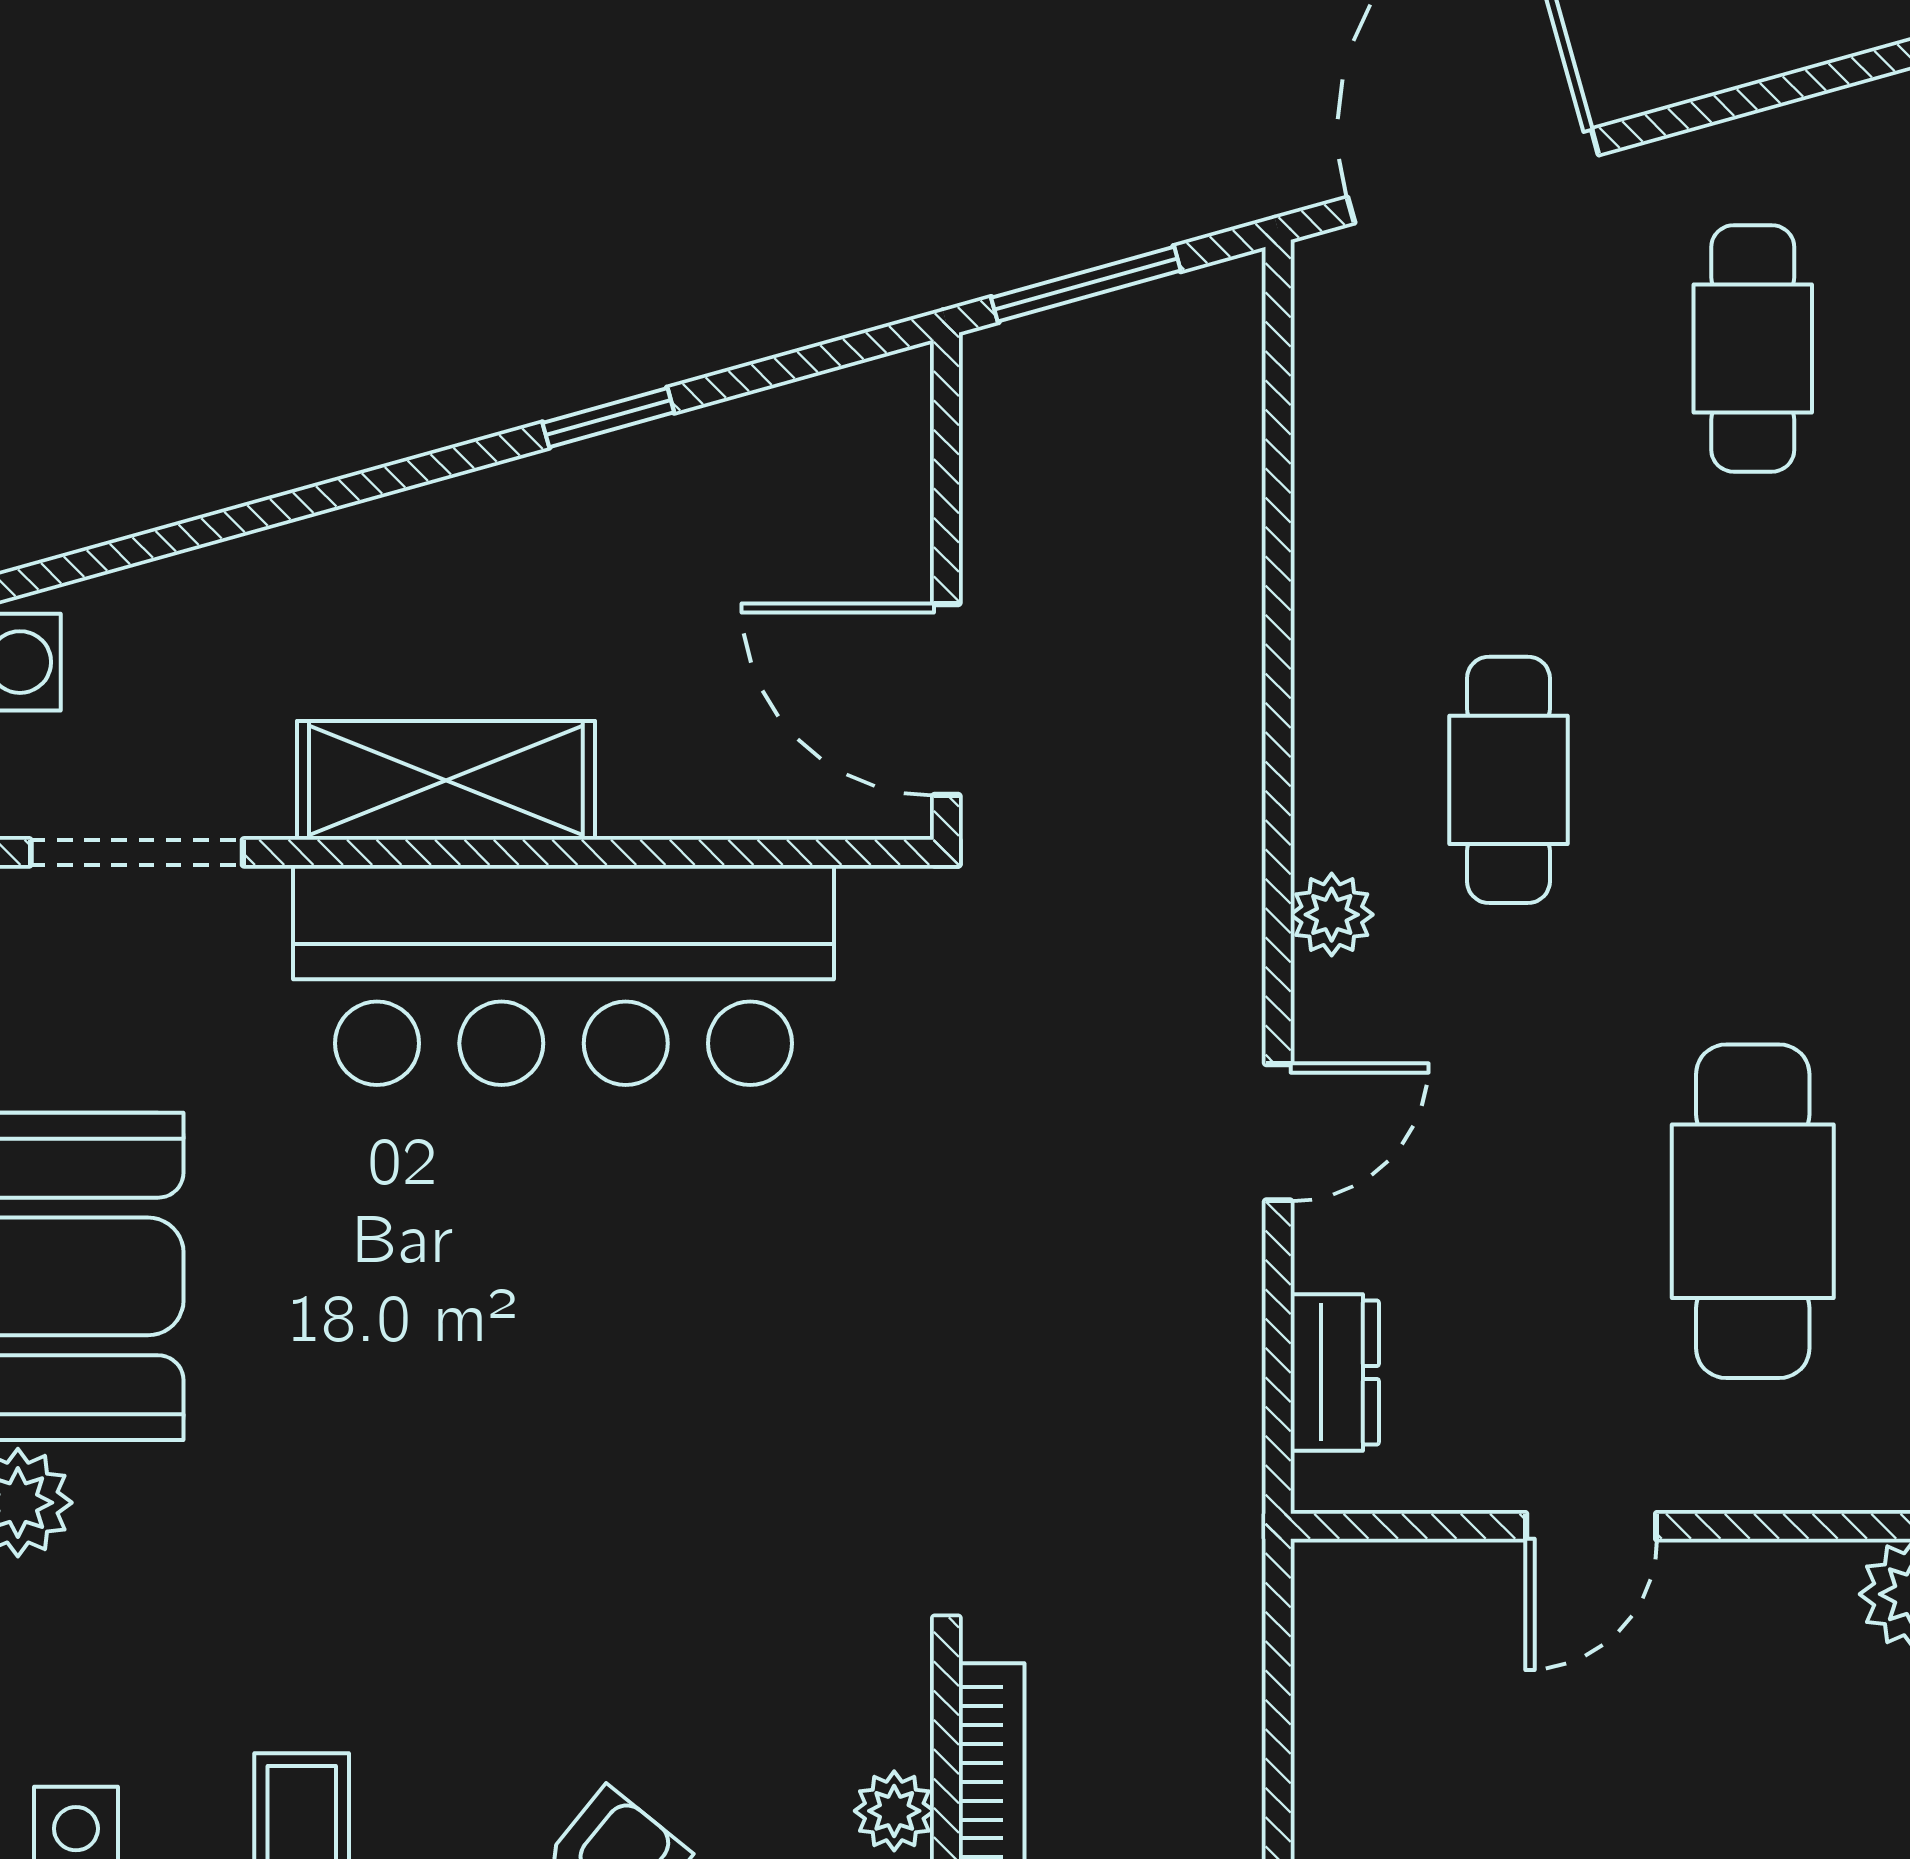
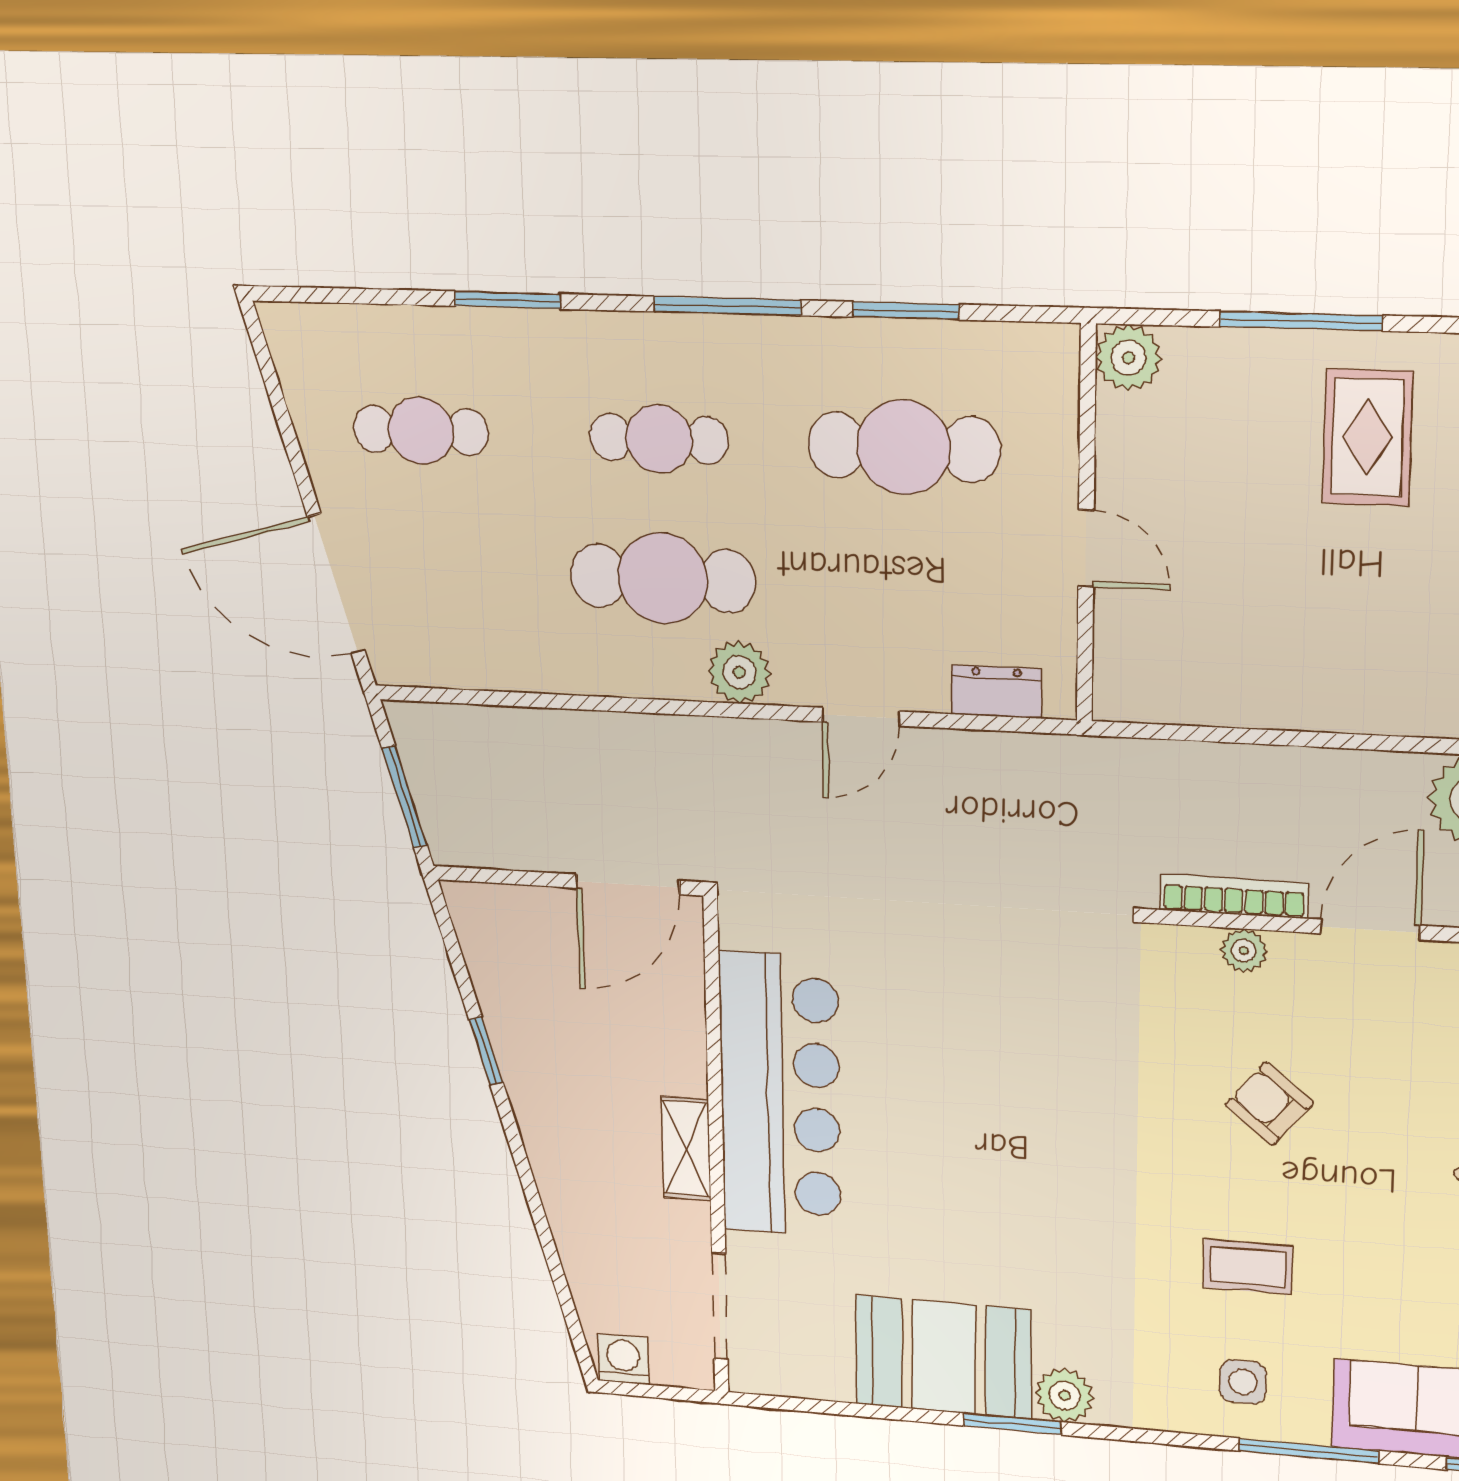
shelving: (446, 780) -> (686, 1149), width x0.67, depth x0.75
cafe table: (1508, 780) -> (663, 578), width x1.37, depth x1.35
cafe table: (1753, 780) -> (659, 439), added
plant: (1332, 915) -> (739, 672), width x1.38, depth x1.38
door: (1278, 1132) -> (861, 717), swing flipped

